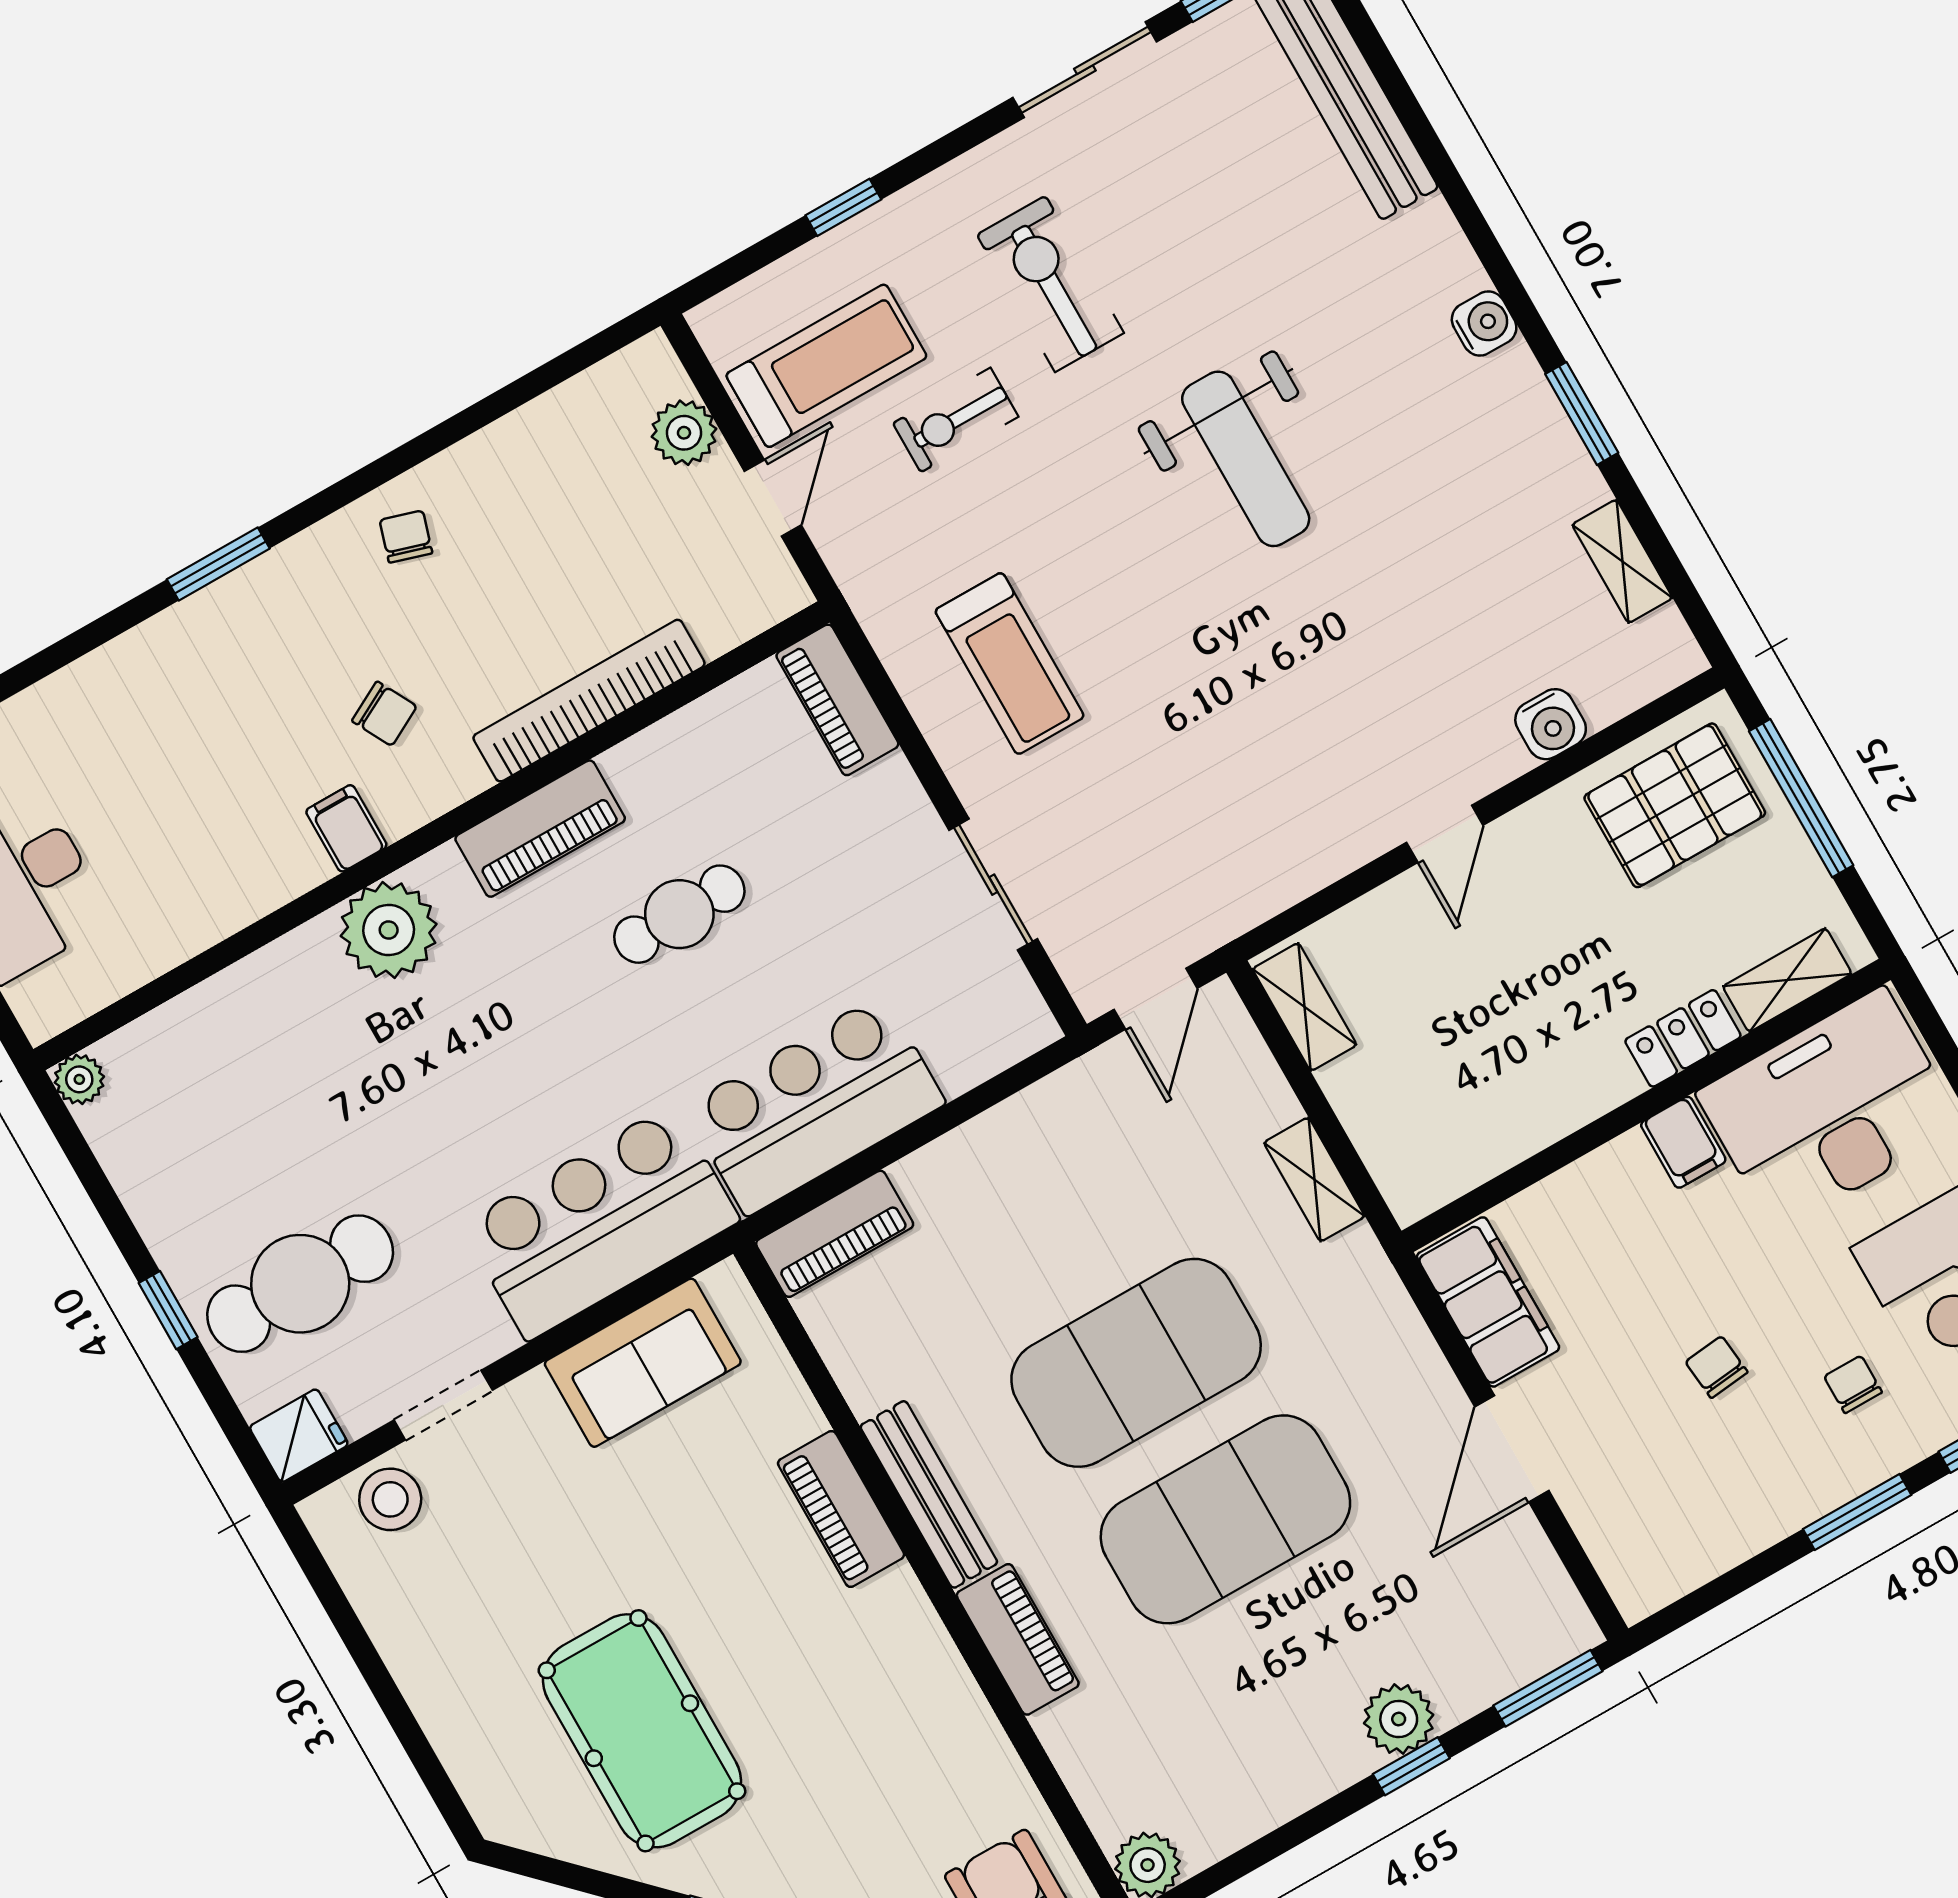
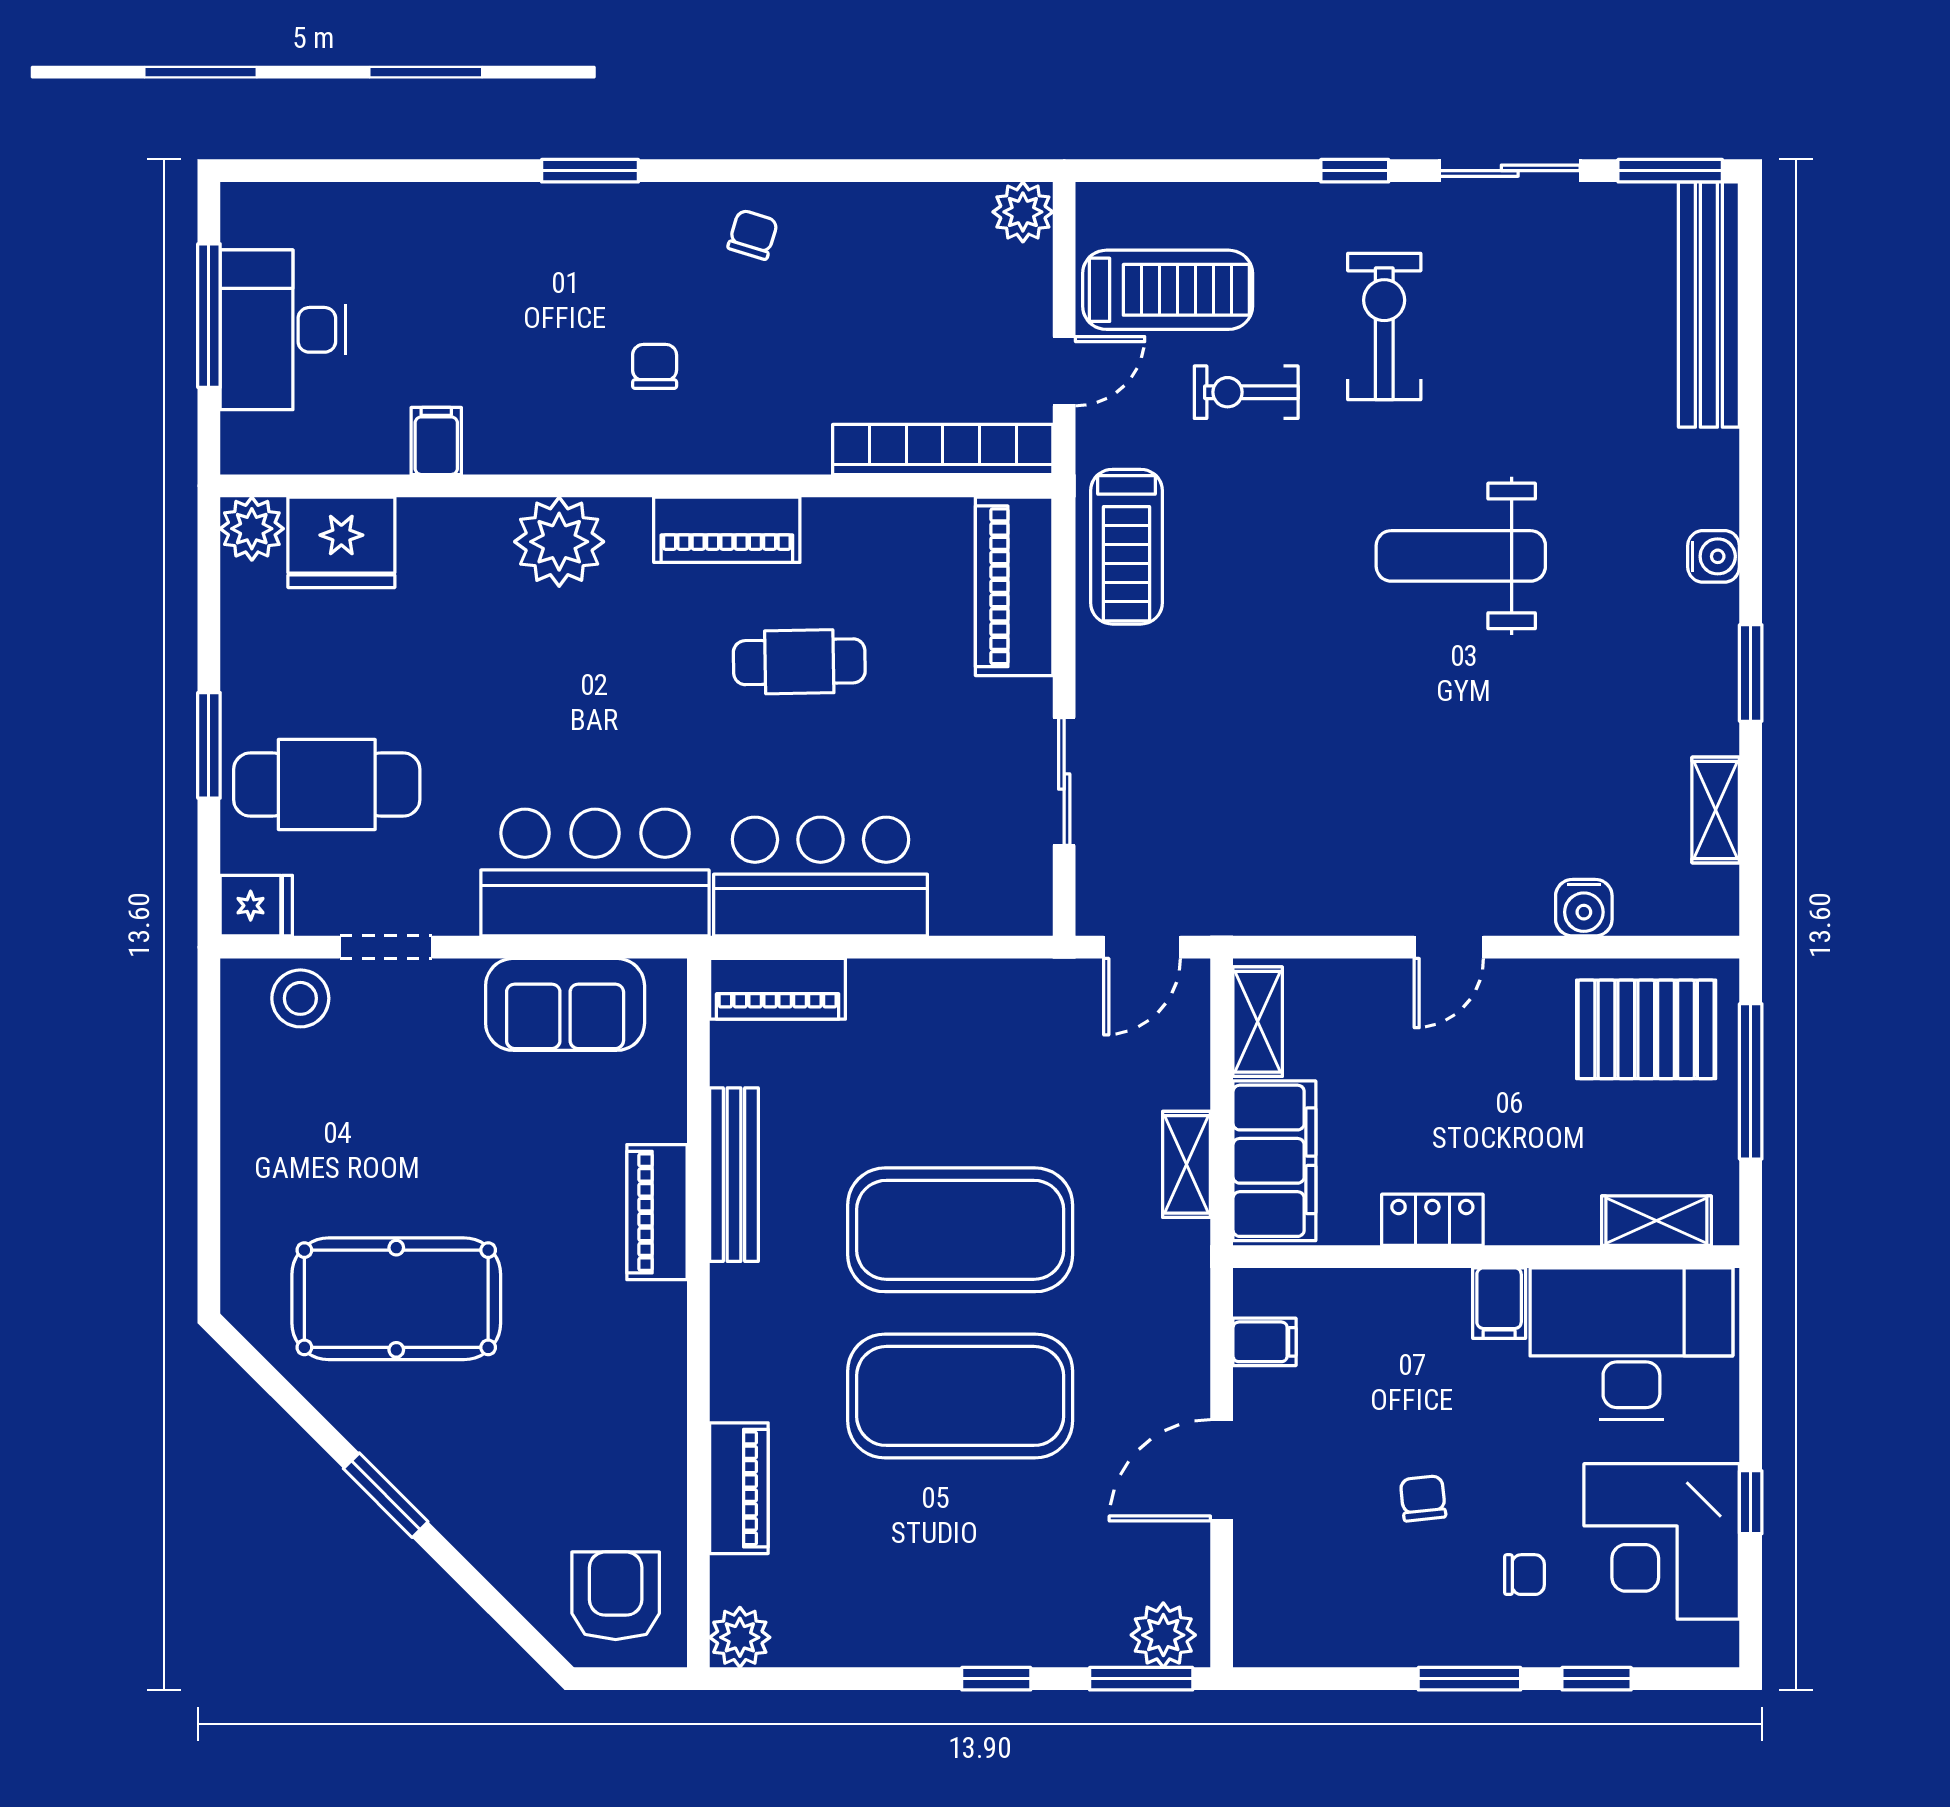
window: (843, 207) -> (1355, 171), moved
plant: (684, 433) -> (1023, 212), moved
weight bench: (1246, 459) -> (1461, 556), turned 90
treadmill: (1010, 664) -> (1127, 547), moved
piano: (837, 700) -> (1014, 586), width x1.37, depth x1.33
bookcase: (589, 701) -> (943, 449), moved
chair: (384, 714) -> (655, 366), turned -152
filing cabinet: (346, 828) -> (436, 441), moved
locker: (1683, 1038) -> (1432, 1220), moved
fridge: (184, 1048) -> (341, 542), added
plant: (79, 1079) -> (252, 529), width x1.38, depth x1.38
filing cabinet: (1395, 1129) -> (1274, 1161), added
filing cabinet: (1488, 1302) -> (1265, 1342), width x0.33, depth x0.86
window: (168, 1310) -> (209, 745), width x1.50
chair: (1853, 1384) -> (1524, 1575), turned 90
bench: (929, 1494) -> (734, 1175), moved
piano: (1018, 1639) -> (739, 1488), moved
plant: (1399, 1719) -> (1163, 1635), moved
pool table: (642, 1731) -> (396, 1299), turned 90

